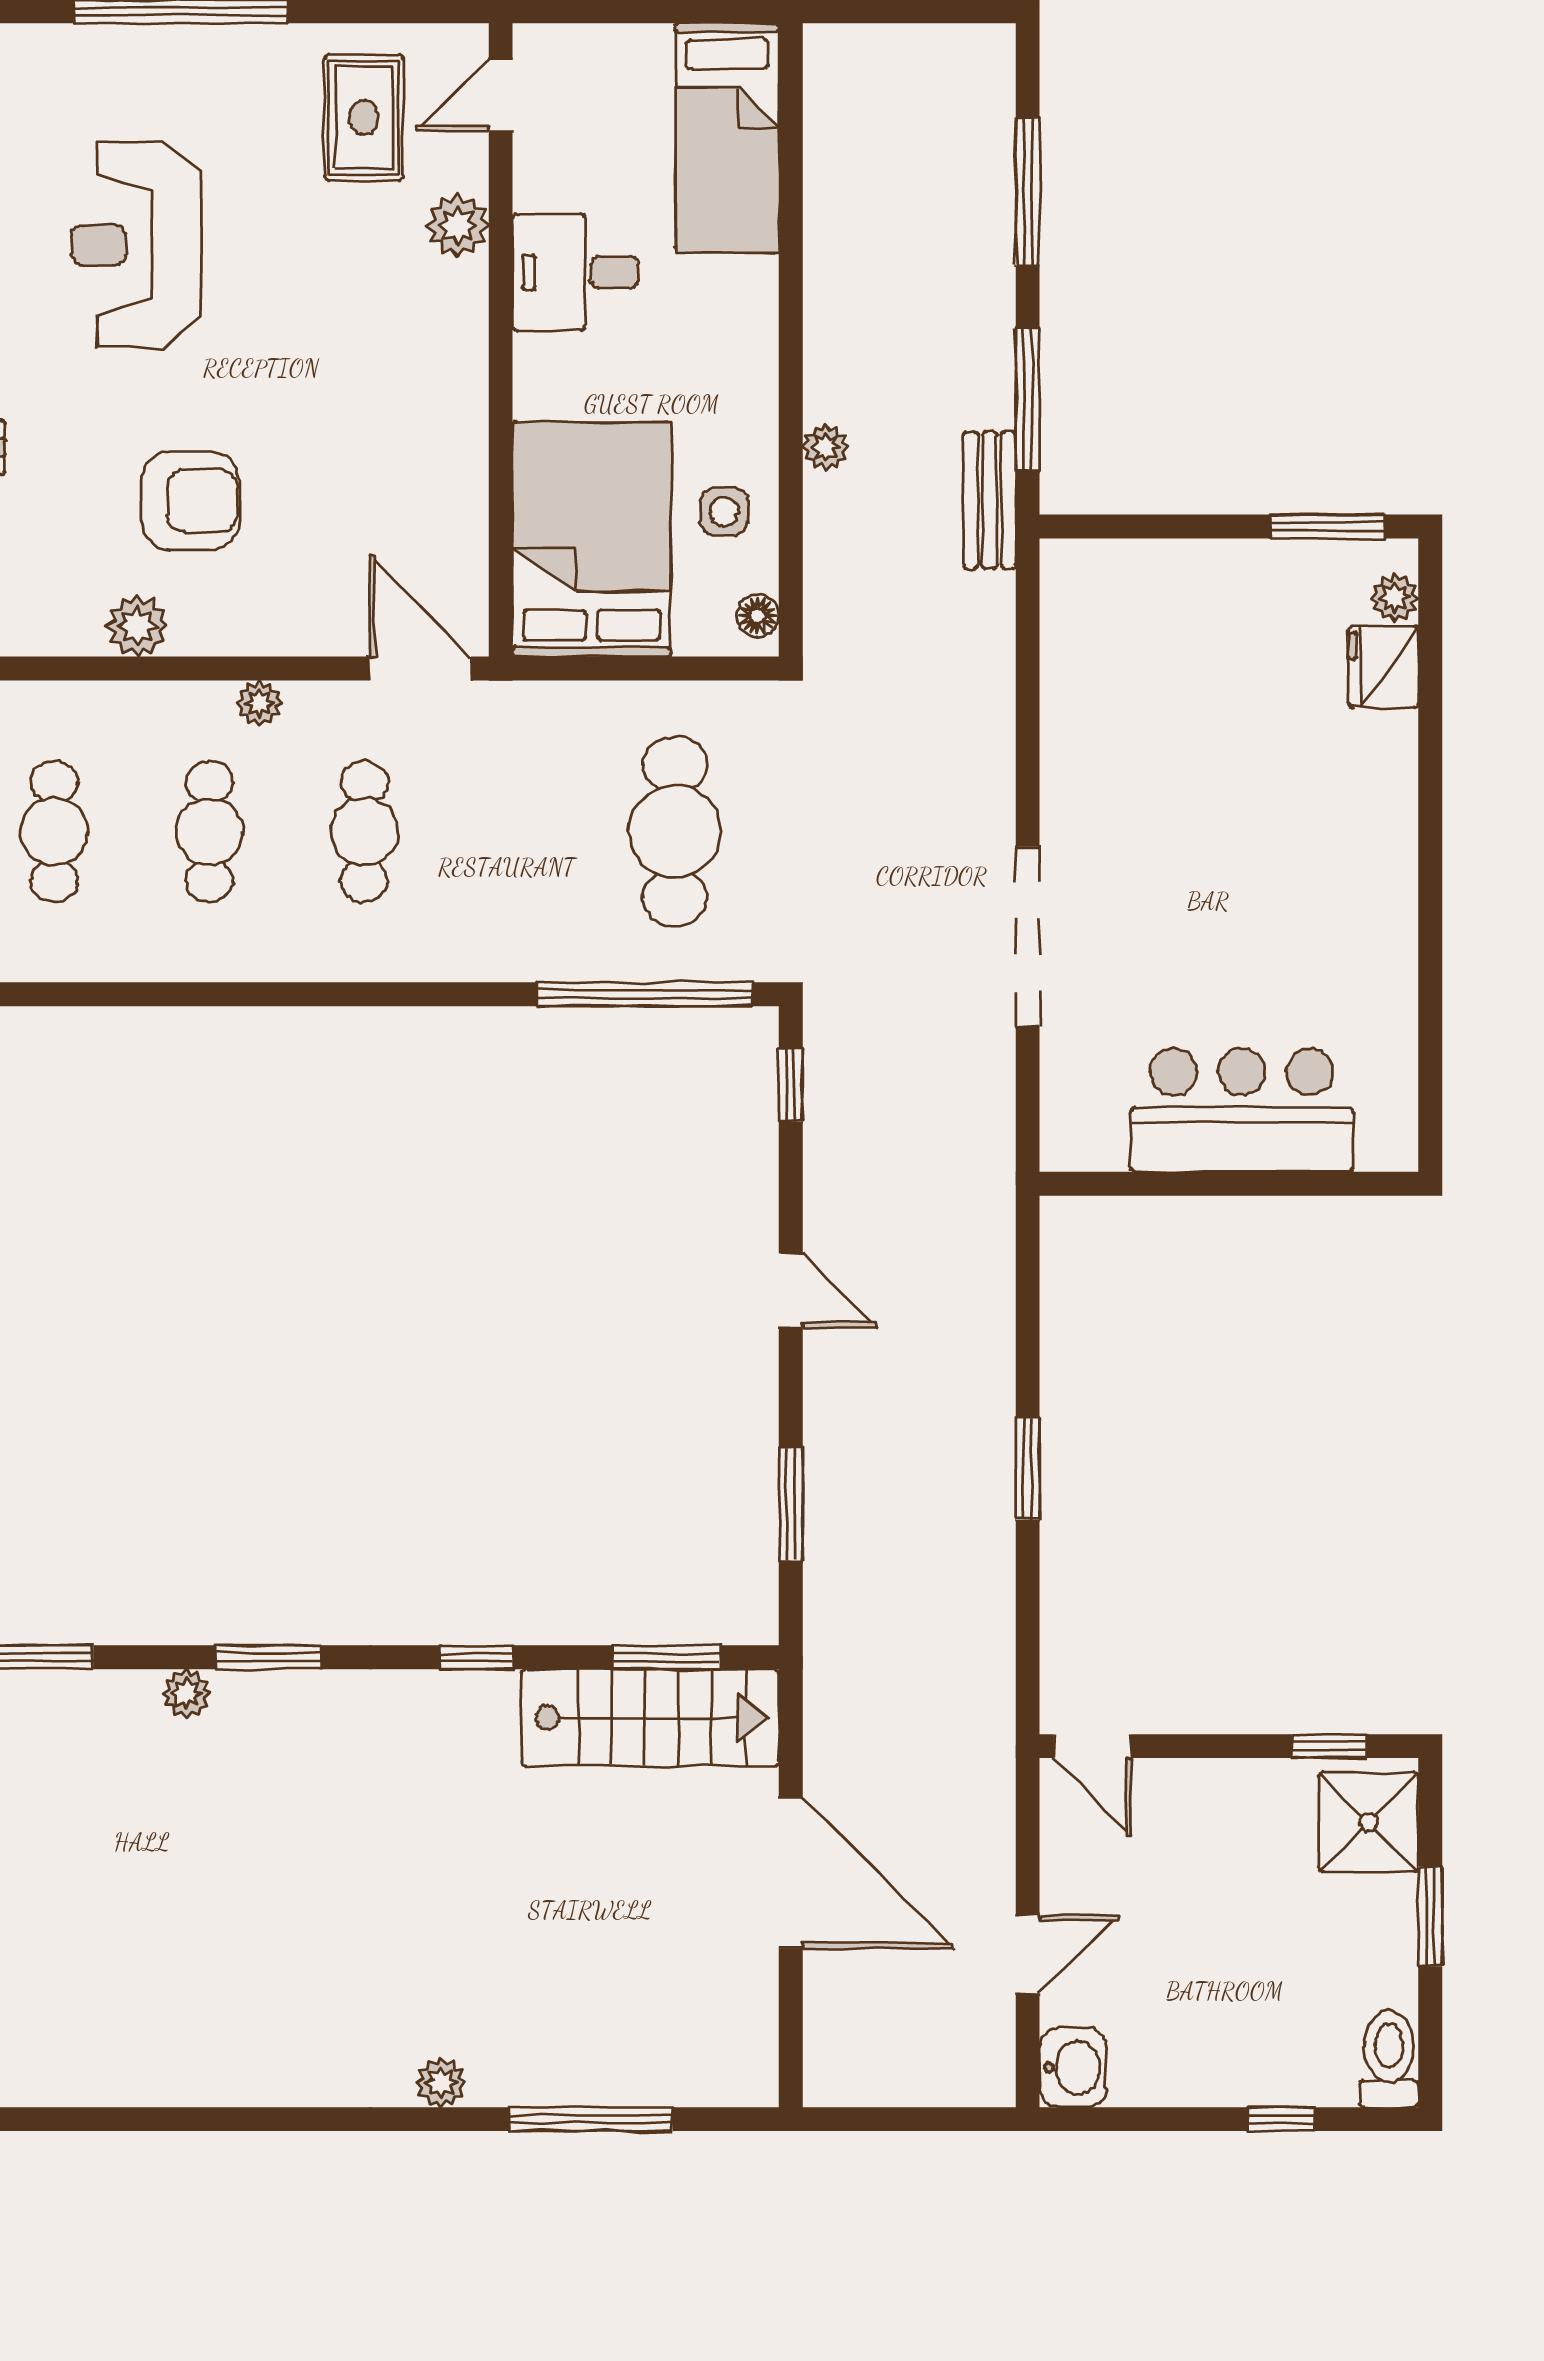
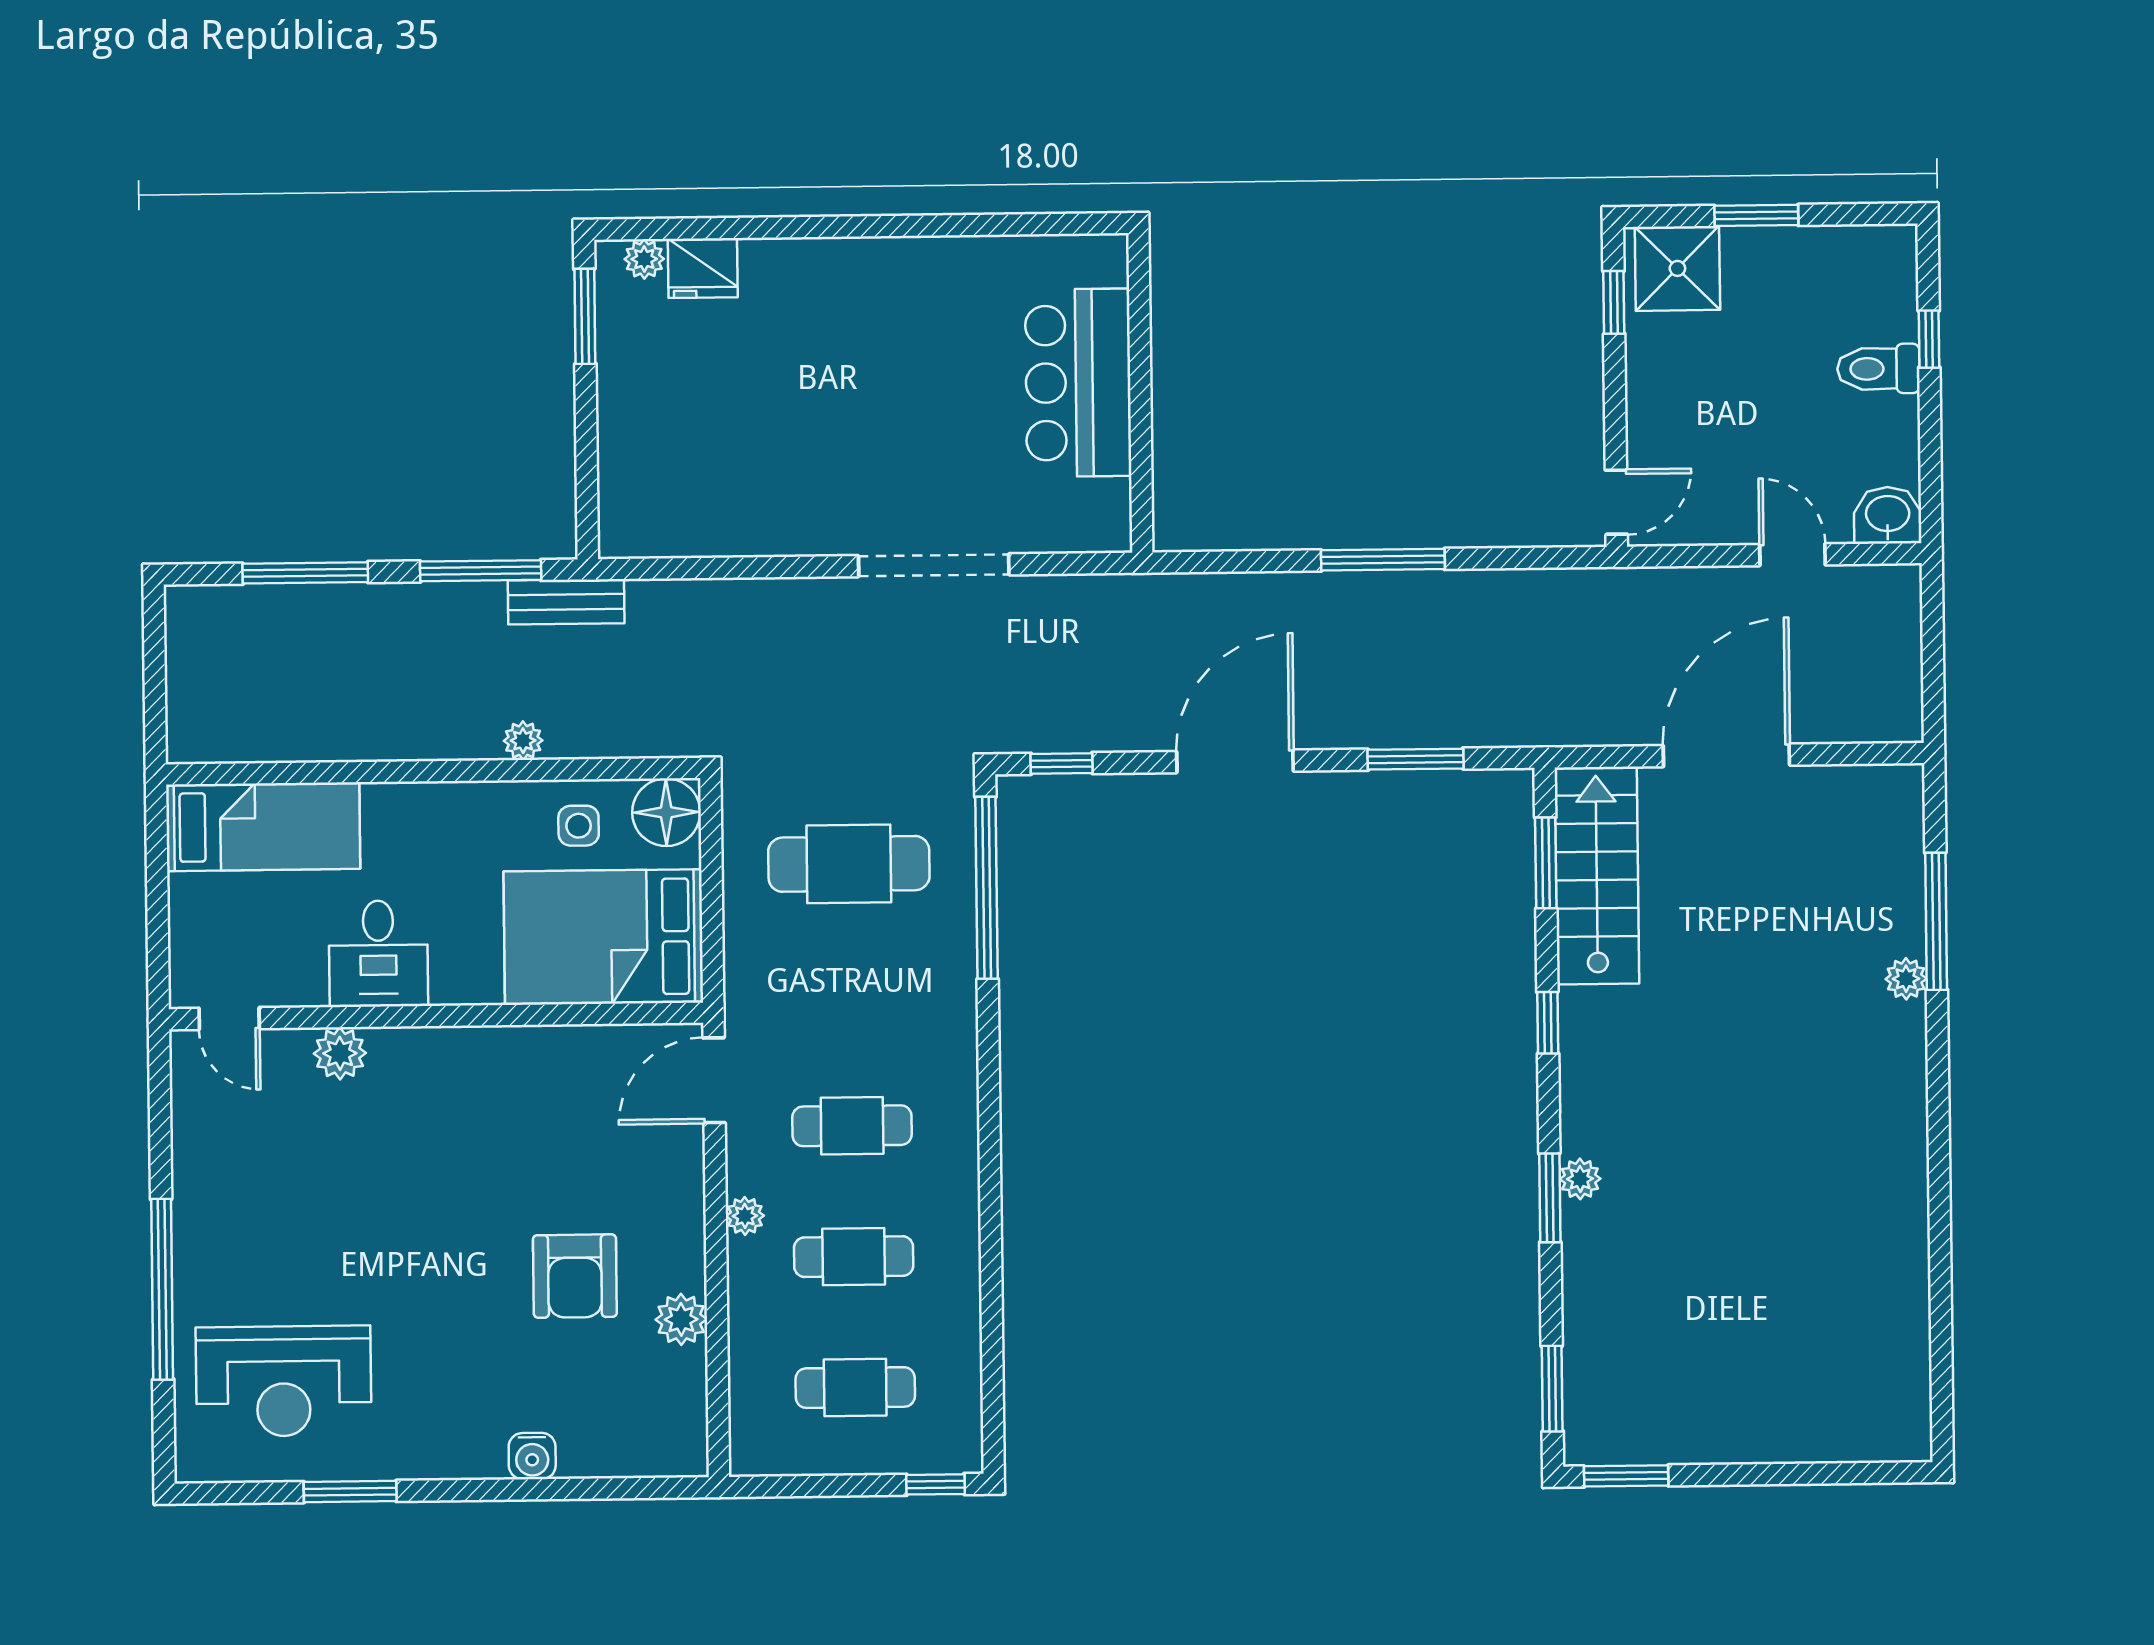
rug: (364, 117) -> (250, 1134), removed
reception desk: (136, 245) -> (284, 1381), moved
armchair: (190, 501) -> (575, 1276), turned 180
floor lamp: (758, 616) -> (666, 812), width x1.89, depth x1.89
door: (791, 1291) -> (1235, 761), width x1.88
window: (1028, 1469) -> (1383, 560), width x1.44
plant: (186, 1693) -> (1580, 1179), moved
toilet: (1389, 2059) -> (1878, 369), moved
plant: (441, 2083) -> (1906, 979), moved

